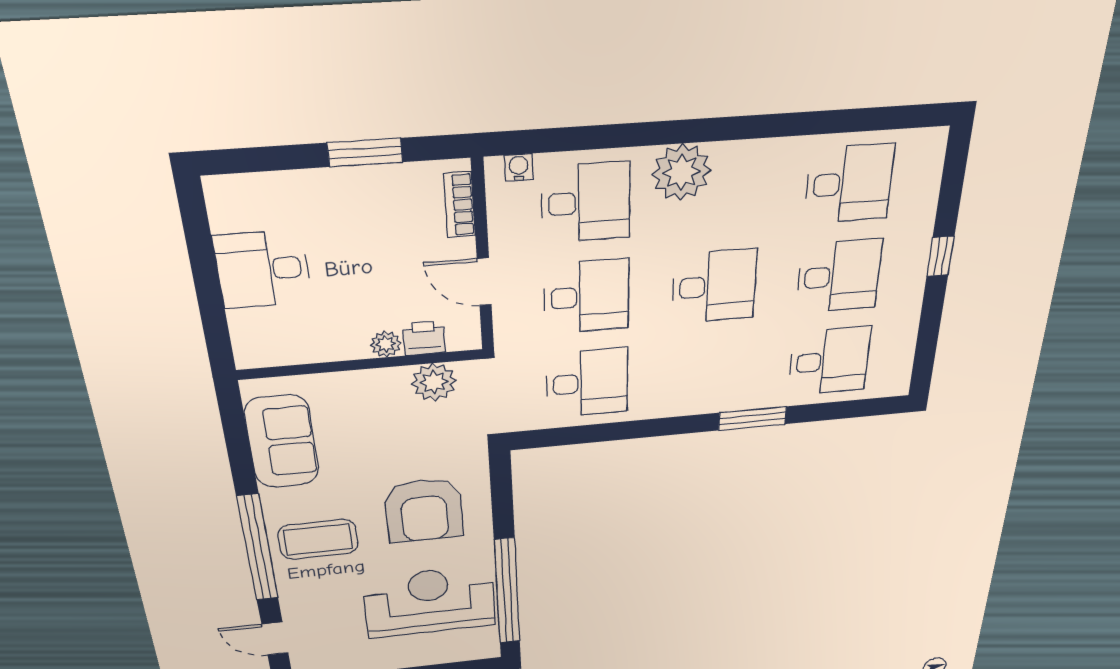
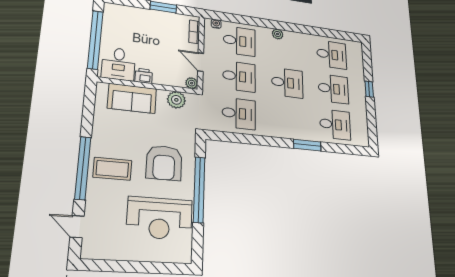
plant: (681, 172) -> (278, 34), width x0.53, depth x0.53
desk: (263, 269) -> (119, 64), moved, turned -90
window: (207, 283) -> (95, 40), added
printer: (424, 338) -> (144, 76), moved
plant: (386, 344) -> (192, 83), moved
sofa: (282, 442) -> (132, 98), moved, turned 90
window: (507, 591) -> (199, 189), moved
reception desk: (430, 602) -> (160, 218), turned 180

